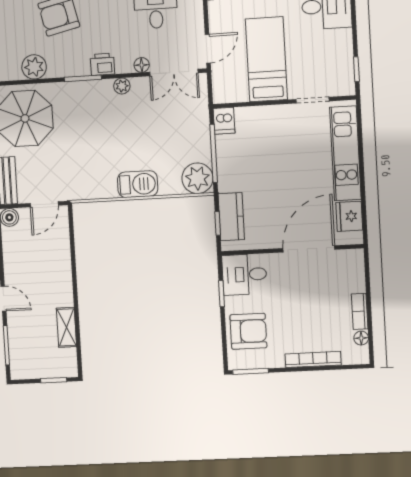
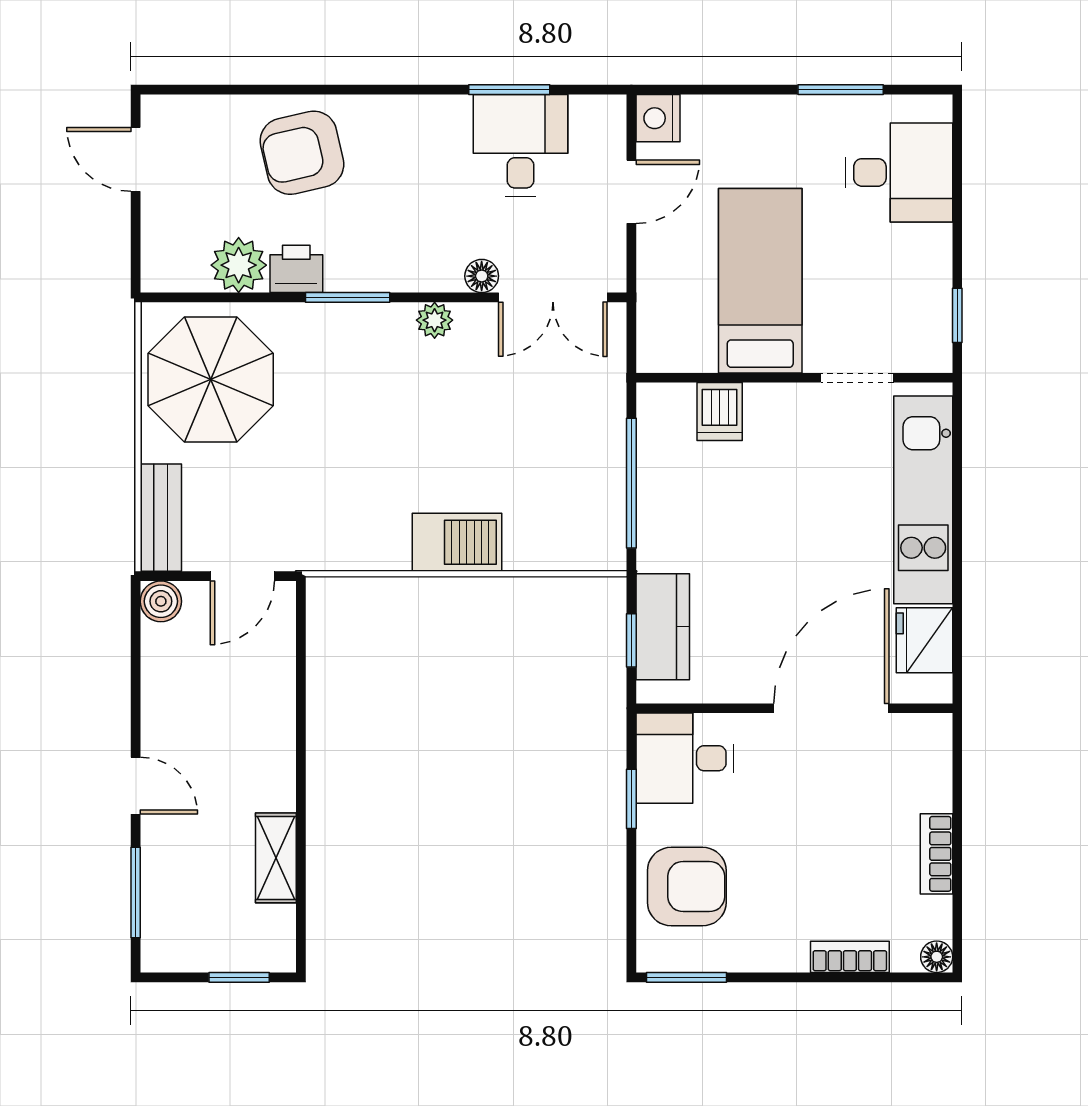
door: (208, 49) -> (631, 192), moved
printer: (102, 64) -> (296, 269), moved
dishwasher: (224, 121) -> (720, 411), moved
plant: (197, 178) -> (592, 537), removed
floor lamp: (361, 338) -> (937, 957), moved
bookcase: (313, 359) -> (850, 957), width x0.64

